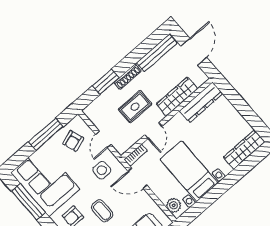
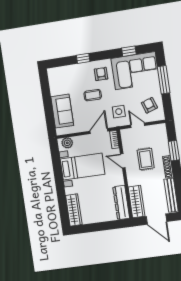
wardrobe: (177, 96) -> (136, 202), moved
window: (46, 134) -> (164, 80), moved
window: (28, 202) -> (129, 51), width x0.46

